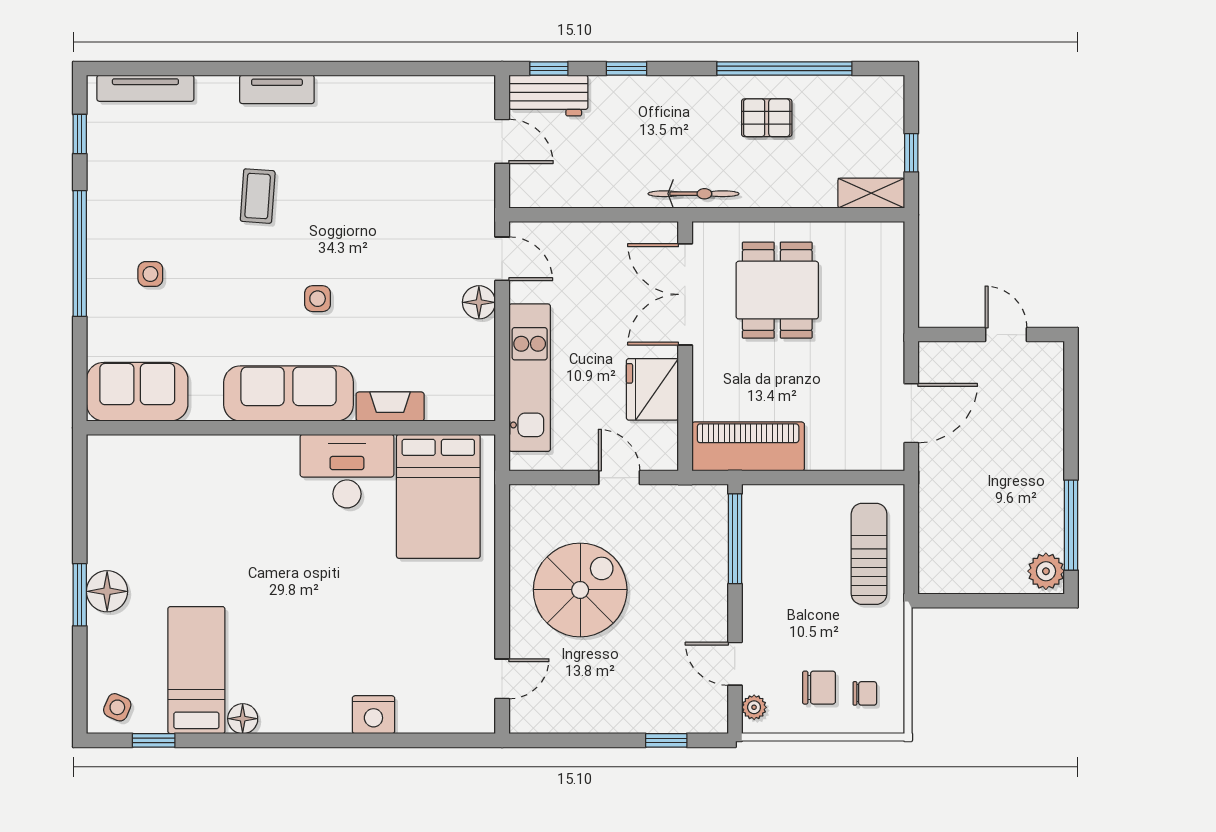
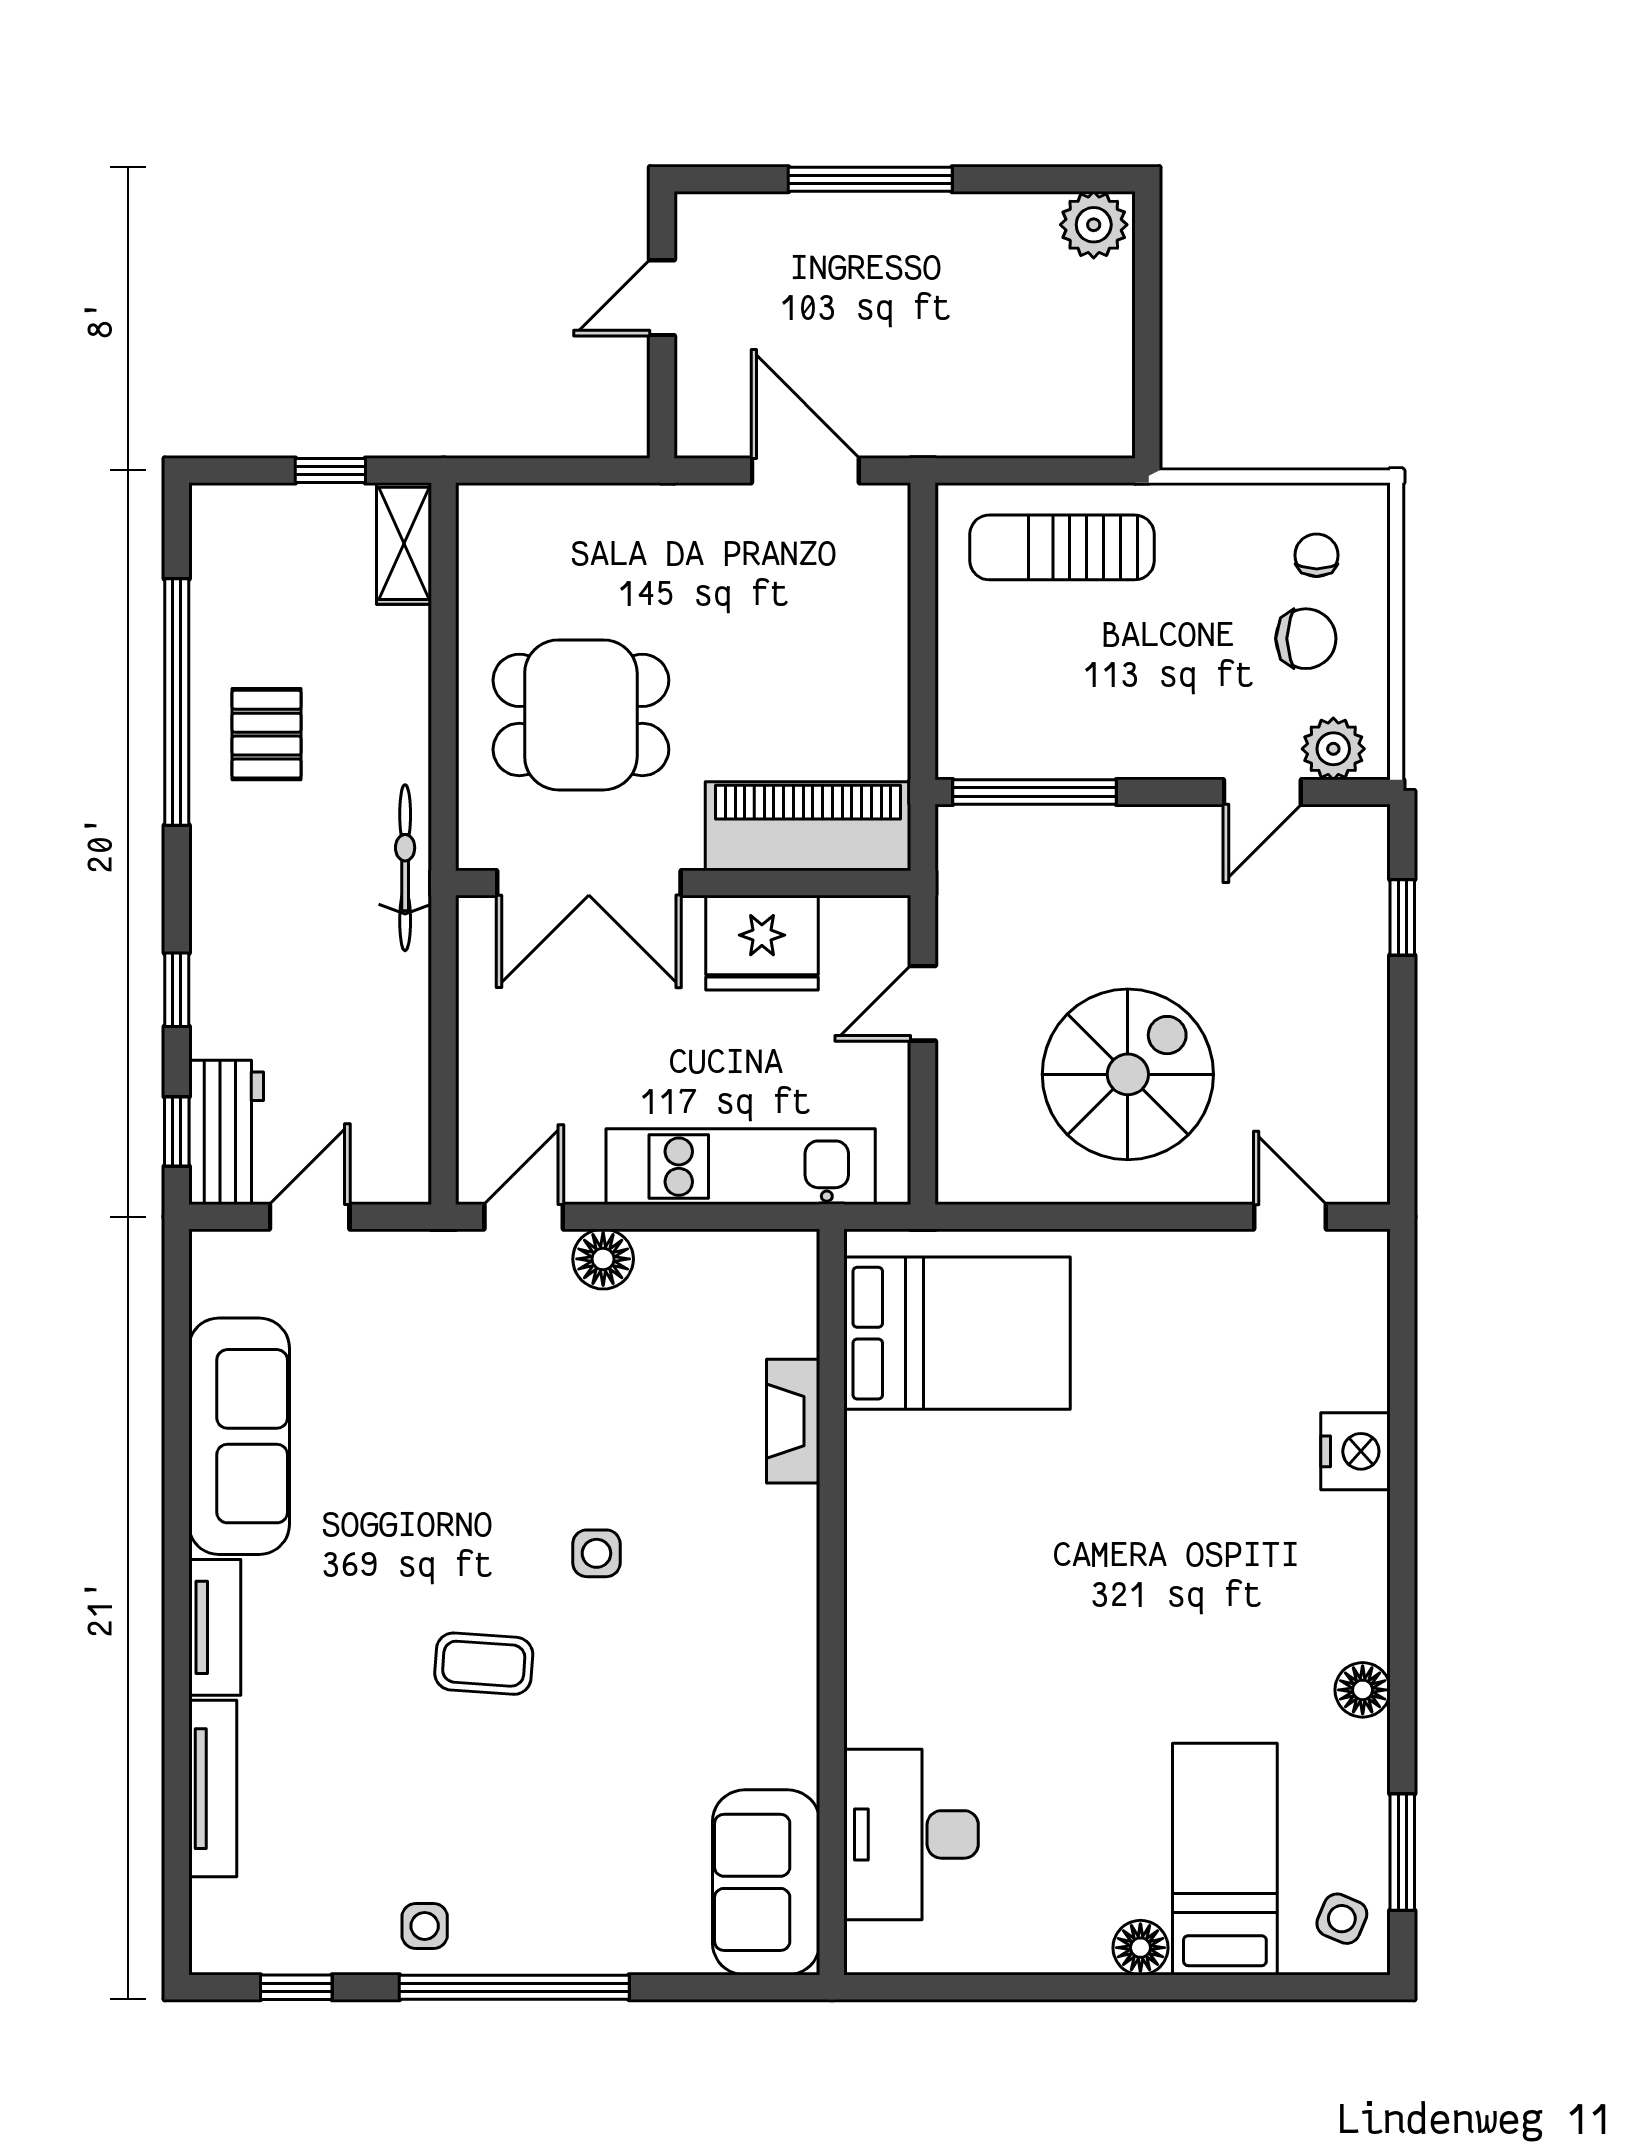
tv unit: (145, 88) -> (213, 1789), moved
coffee table: (258, 196) -> (484, 1664), moved
side table: (150, 274) -> (425, 1926), moved
sofa: (289, 393) -> (239, 1436), moved, turned 180
piano: (748, 446) -> (808, 826), moved, turned 90
desk: (347, 471) -> (911, 1834), moved
window: (1071, 525) -> (870, 179), moved
spiral stairs: (580, 590) -> (1128, 1074), turned 90
floor lamp: (107, 591) -> (1140, 1948), width x0.73, depth x0.73
window: (80, 595) -> (1137, 1987), removed
bed: (196, 670) -> (1225, 1859), moved, turned 90
chair: (819, 688) -> (1306, 639), turned 90
plant: (754, 707) -> (1333, 749), width x1.38, depth x1.38
window: (154, 740) -> (1402, 1852), width x1.50

